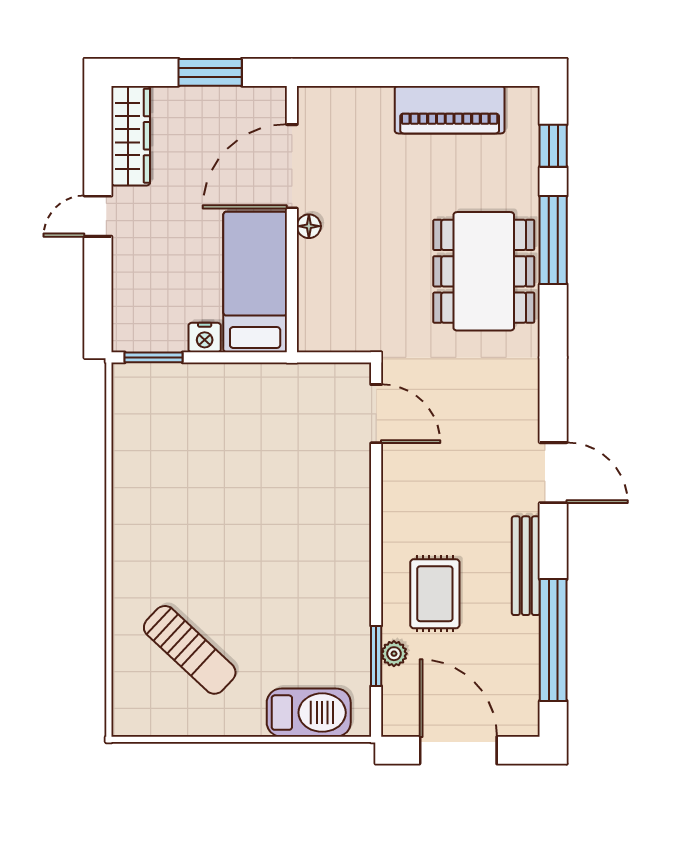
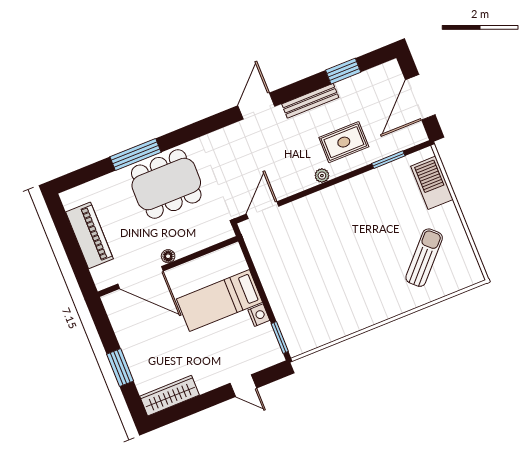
window: (553, 146) -> (87, 174), removed
door: (292, 166) -> (141, 278), moved
door: (98, 216) -> (243, 386), moved
wall: (292, 219) -> (168, 267), moved
floor lamp: (309, 226) -> (168, 256), moved
window: (553, 640) -> (343, 71), width x0.47
plant: (394, 654) -> (322, 176), moved

